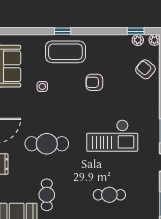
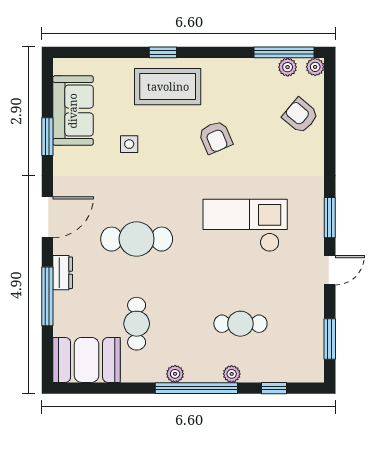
window: (136, 31) -> (284, 52), width x2.17
armchair: (94, 82) -> (215, 137), turned -113
checkout: (112, 136) -> (245, 225), turned 180

